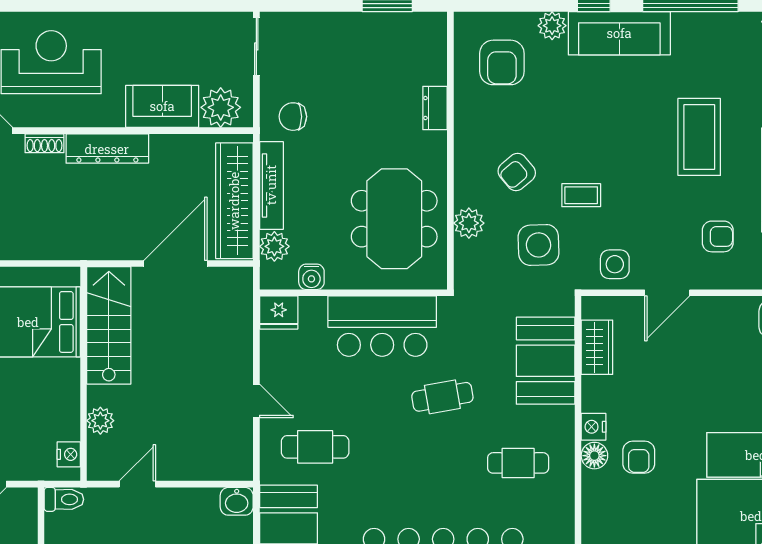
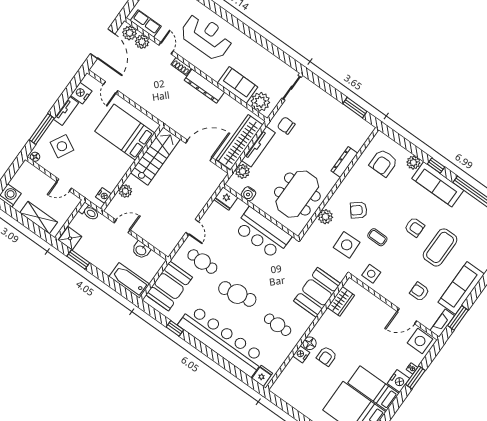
dresser: (435, 108) -> (344, 162), width x1.44
armchair: (632, 133) -> (415, 227), added
armchair: (718, 236) -> (419, 292), turned 180
door: (667, 293) -> (407, 316), moved
cafe table: (442, 397) -> (237, 294), moved, width x1.37, depth x1.35
nightstand: (594, 427) -> (301, 354), moved
washbasin: (237, 501) -> (141, 250), moved

